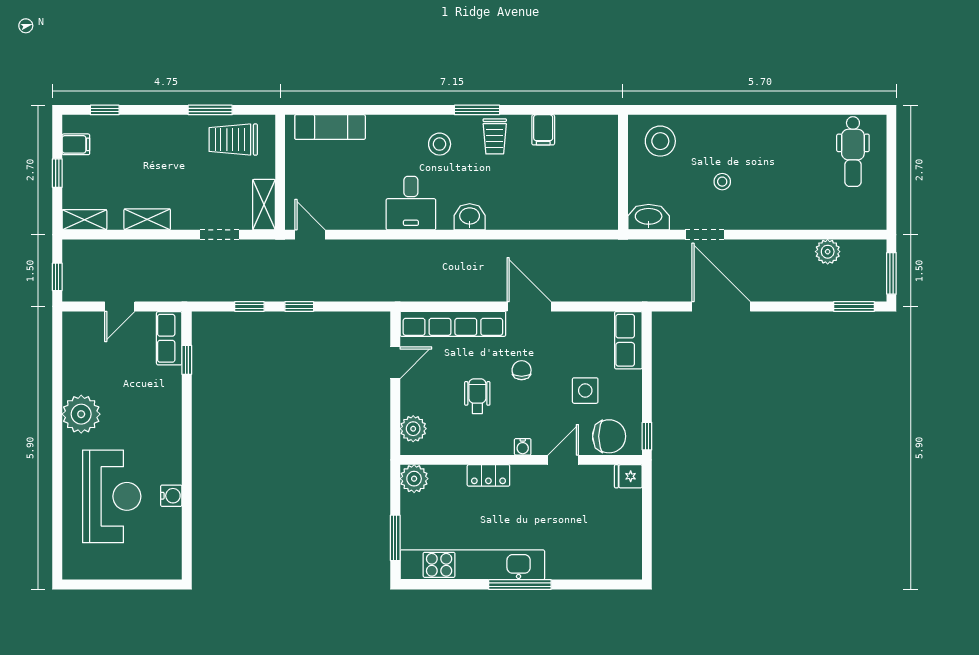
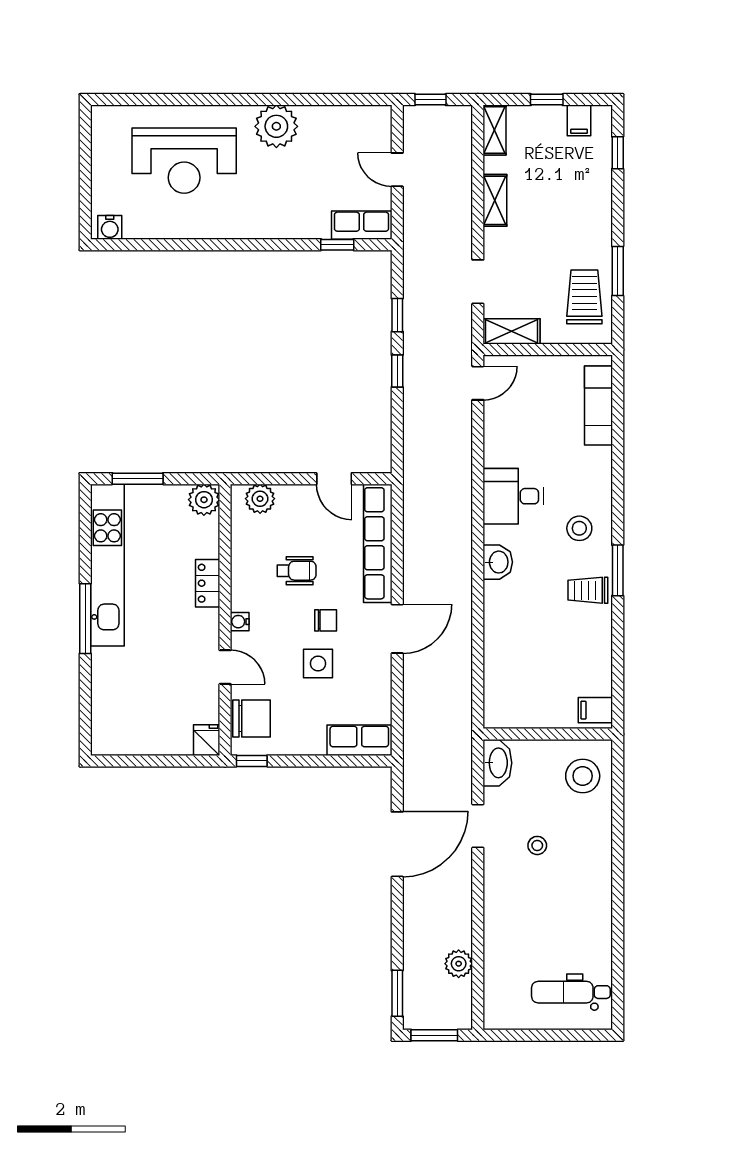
filing cabinet: (543, 130) -> (595, 710), moved
side table: (585, 391) -> (318, 664), moved
chair: (609, 436) -> (251, 719), turned -90
water cooler: (171, 496) -> (110, 227), moved

